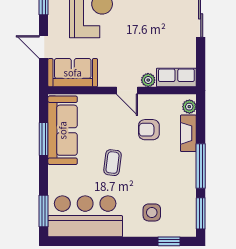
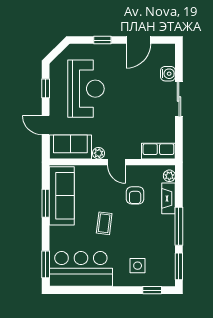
plant: (148, 80) -> (99, 153), moved
armchair: (149, 130) -> (135, 195), turned -90

